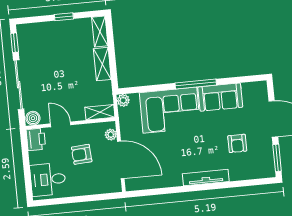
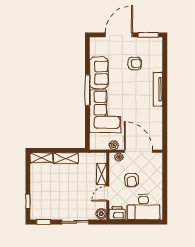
window: (64, 17) -> (28, 201), moved
sliding door: (19, 85) -> (75, 222), width x0.73
plant: (123, 100) -> (114, 145), moved
shelving: (100, 112) -> (102, 174), moved
door: (121, 160) -> (138, 151), hinge flipped
desk: (48, 179) -> (143, 207), width x1.37

